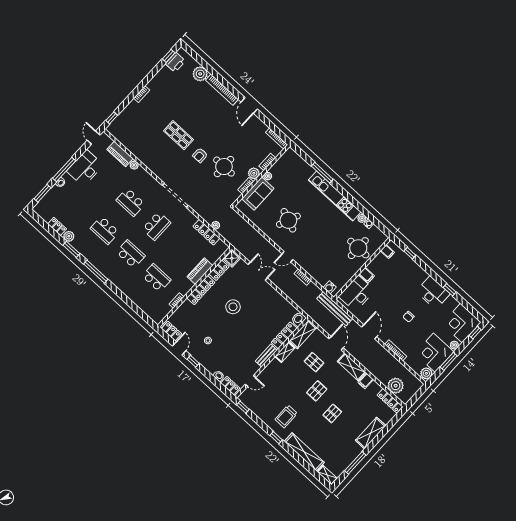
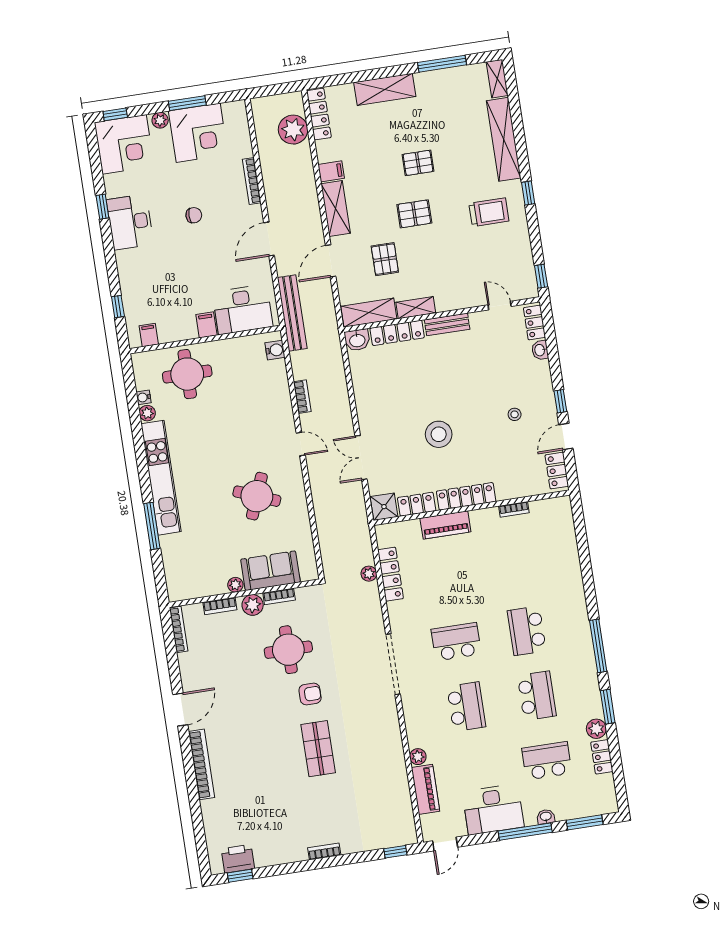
plant: (200, 74) -> (215, 813), removed
school desk: (157, 278) -> (547, 761), moved, turned 90
plant: (426, 373) -> (234, 112), removed

